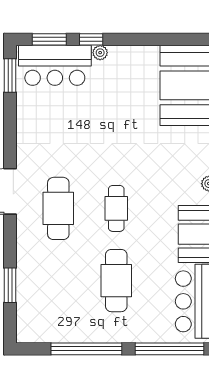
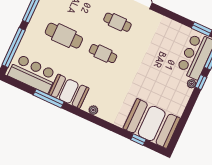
cafe table: (58, 208) -> (117, 22), width x0.73, depth x0.74

